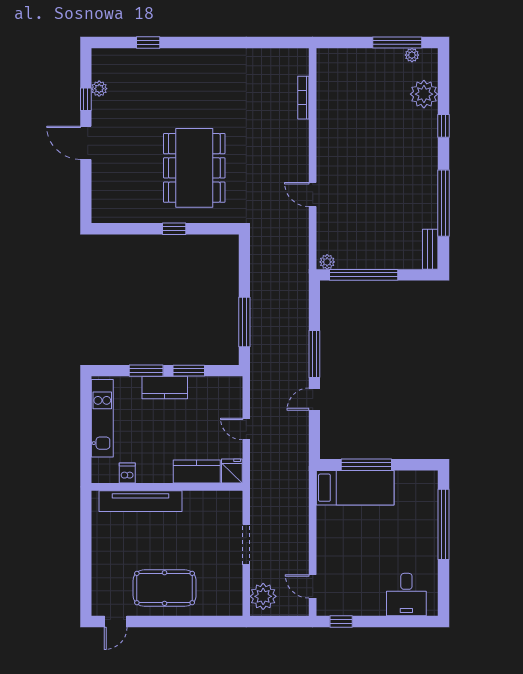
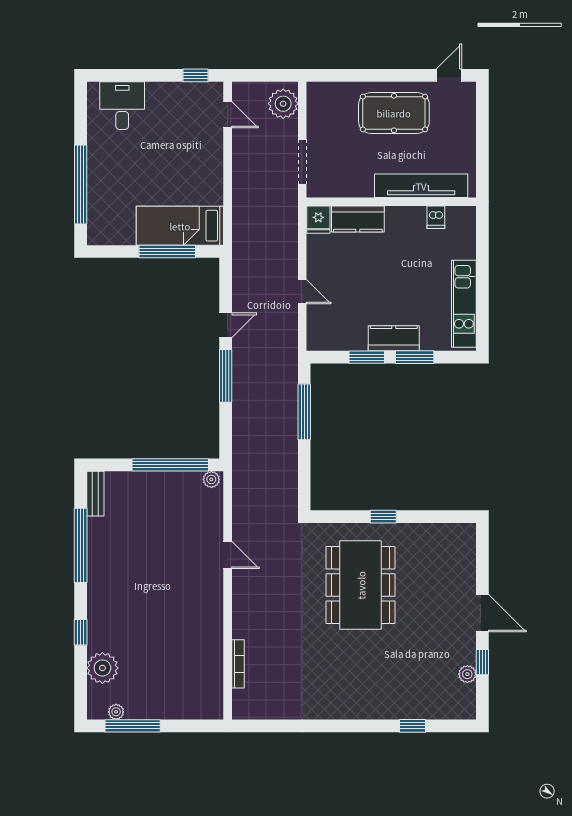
kitchen counter: (197, 471) -> (358, 219), moved
fridge: (232, 471) -> (318, 220), moved
dishwasher: (127, 473) -> (436, 217), moved
wall: (167, 487) -> (391, 202), moved
tv unit: (140, 501) -> (421, 186), moved

